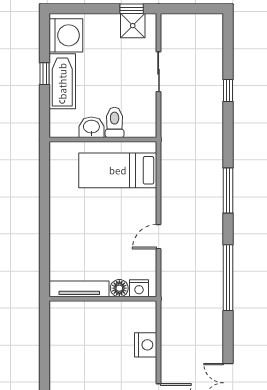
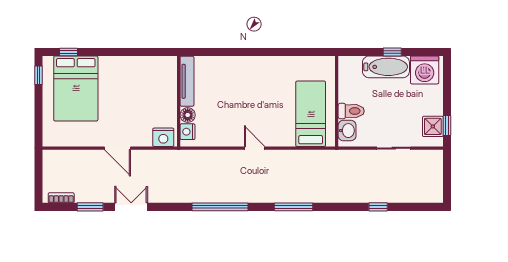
washbasin: (91, 127) -> (347, 131), moved
floor lamp: (119, 288) -> (188, 115), moved
nightstand: (139, 288) -> (188, 132), moved
tv unit: (79, 289) -> (187, 81), moved
wall: (103, 299) -> (179, 101), moved

